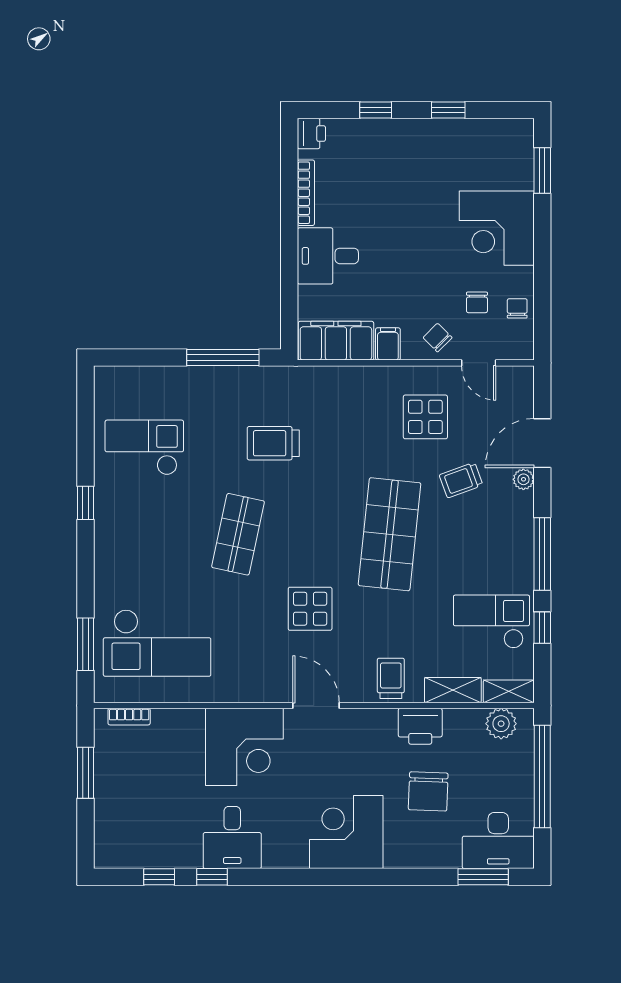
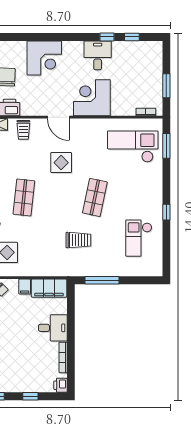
checkout: (144, 447) -> (139, 238), turned 90
shop shelf: (390, 534) -> (24, 197), width x0.70, depth x0.74

